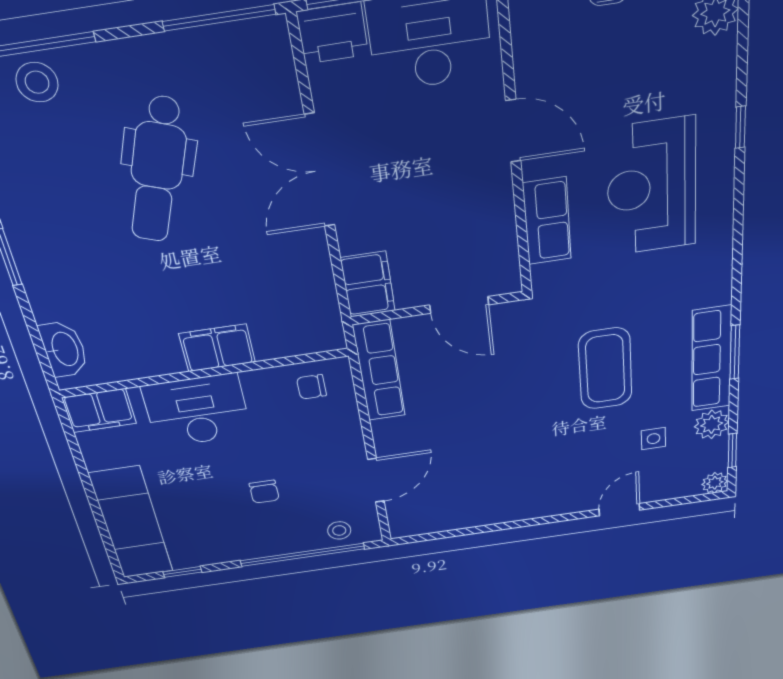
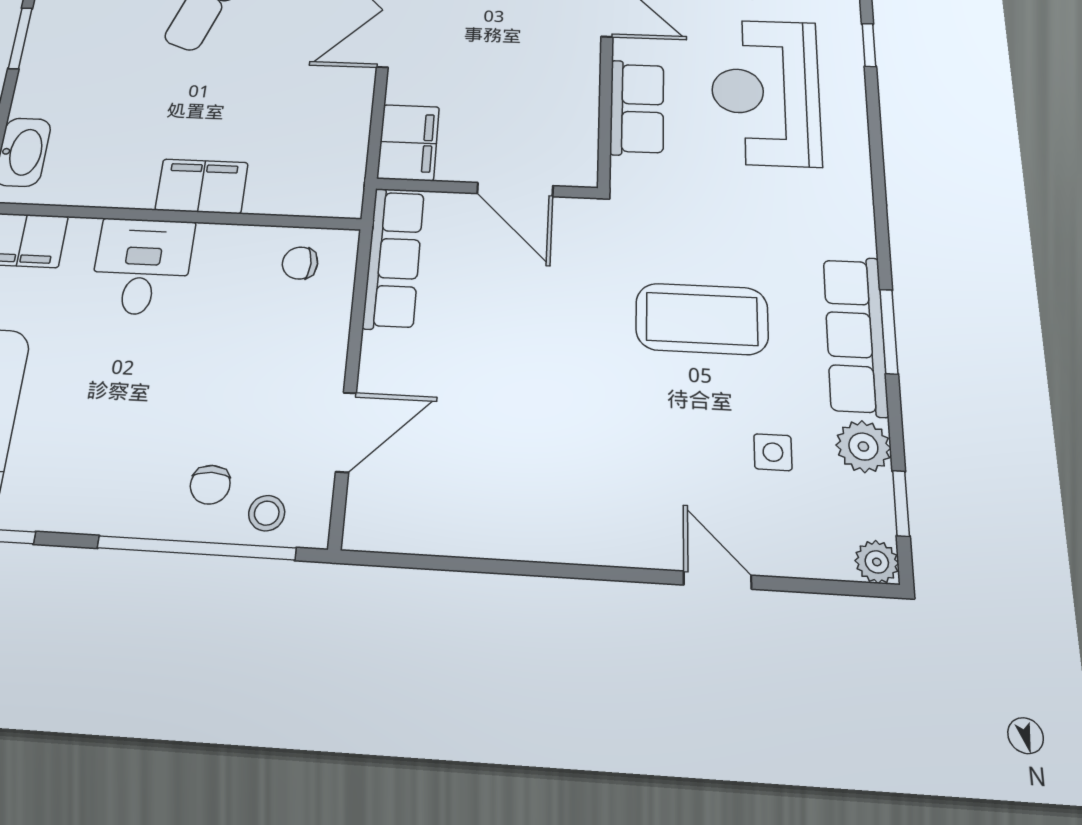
coffee table: (605, 369) -> (702, 319), turned 90
desk: (197, 411) -> (142, 266), width x0.73
chair: (264, 492) -> (210, 485), moved
door: (619, 510) -> (717, 580), hinge flipped

